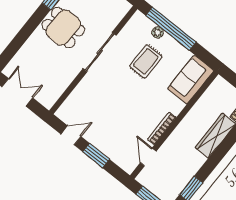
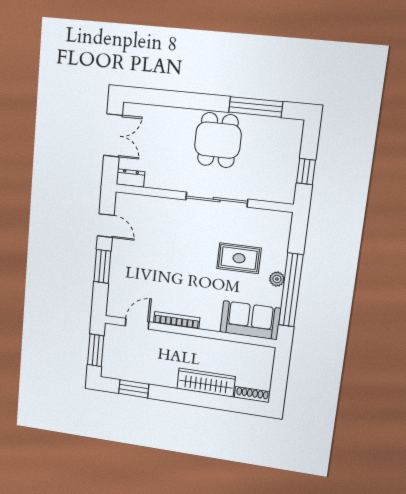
window: (171, 29) -> (291, 290), moved
plant: (158, 32) -> (277, 279), moved
dresser: (51, 99) -> (131, 178), added

